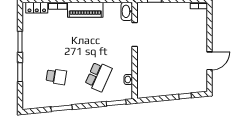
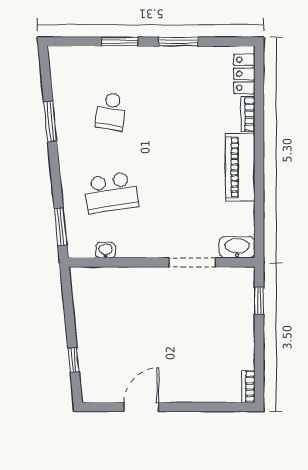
door: (209, 61) -> (141, 407), swing flipped
school desk: (98, 77) -> (111, 193), turned -33

